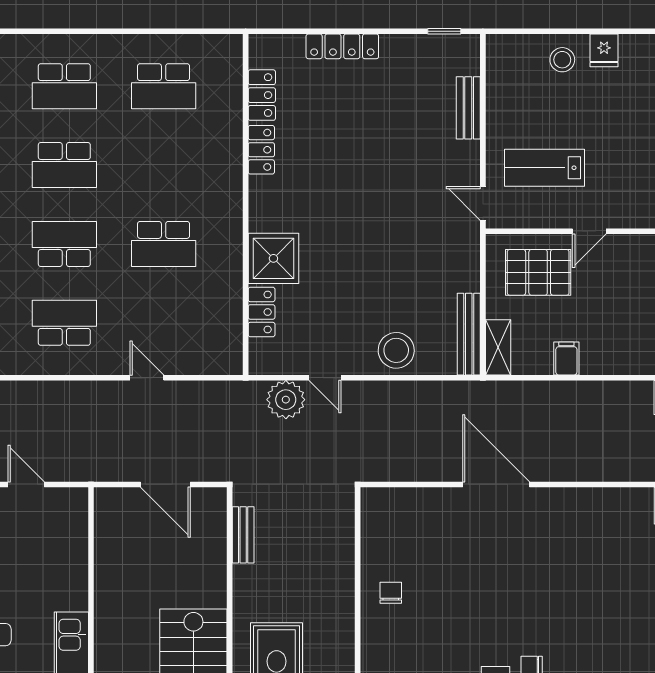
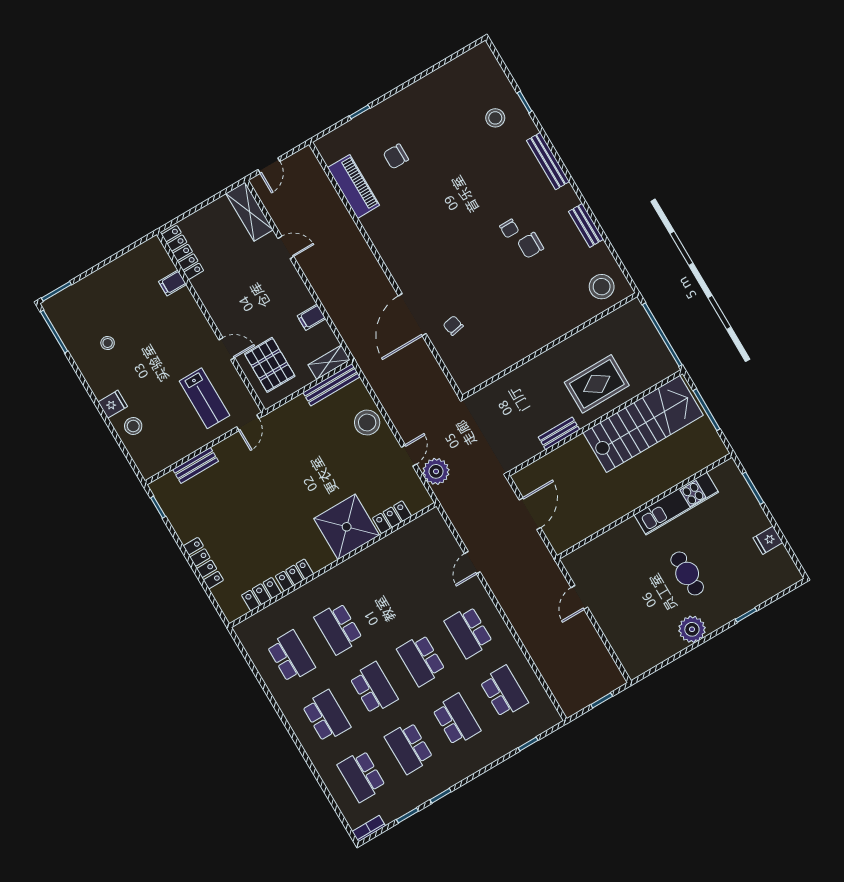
school desk: (164, 244) -> (338, 628), moved, turned 180
shower: (273, 258) -> (347, 527), width x1.37, depth x1.37
bench: (243, 535) -> (559, 433), moved
chair: (391, 593) -> (453, 326), moved, turned 79

